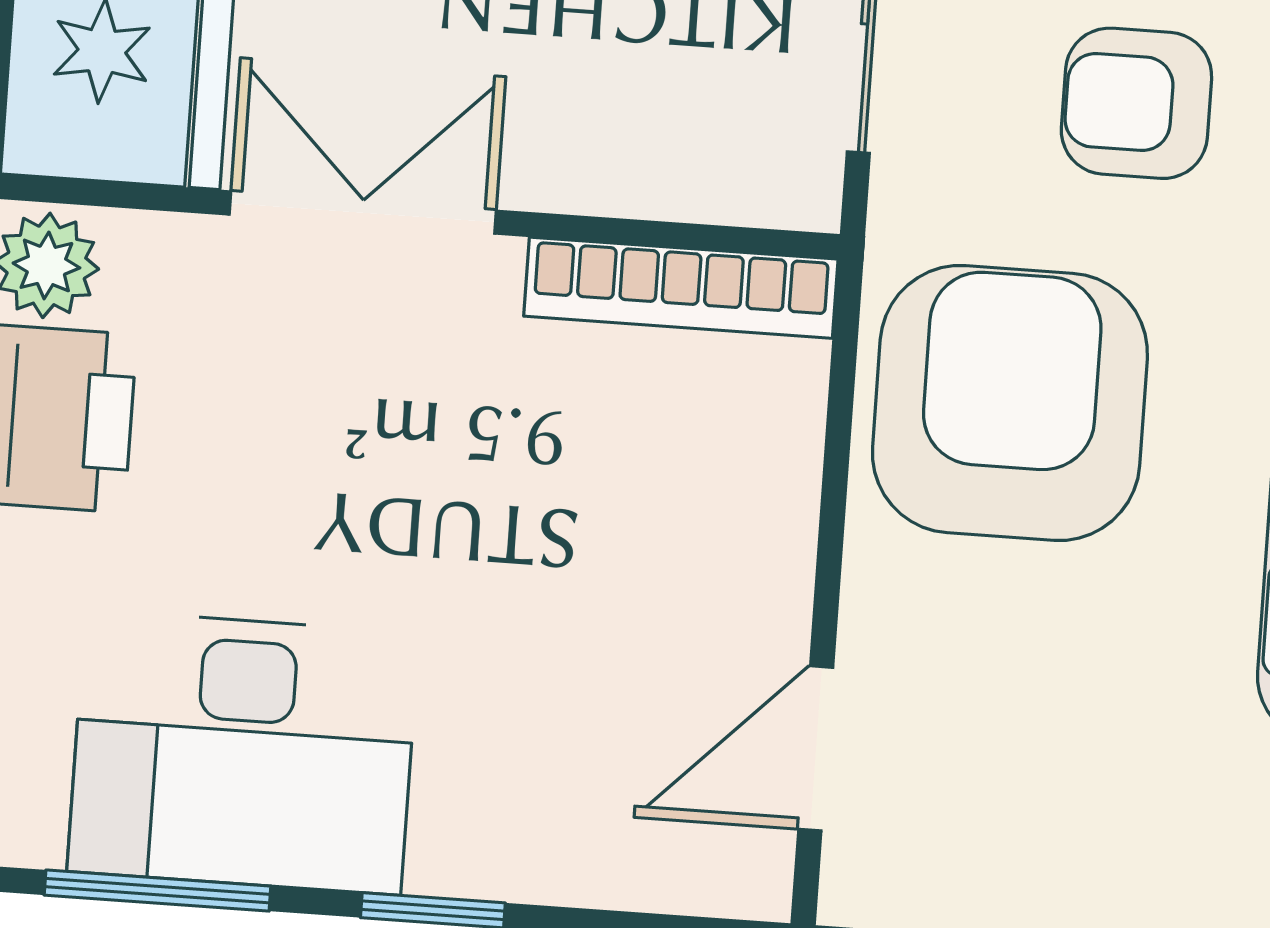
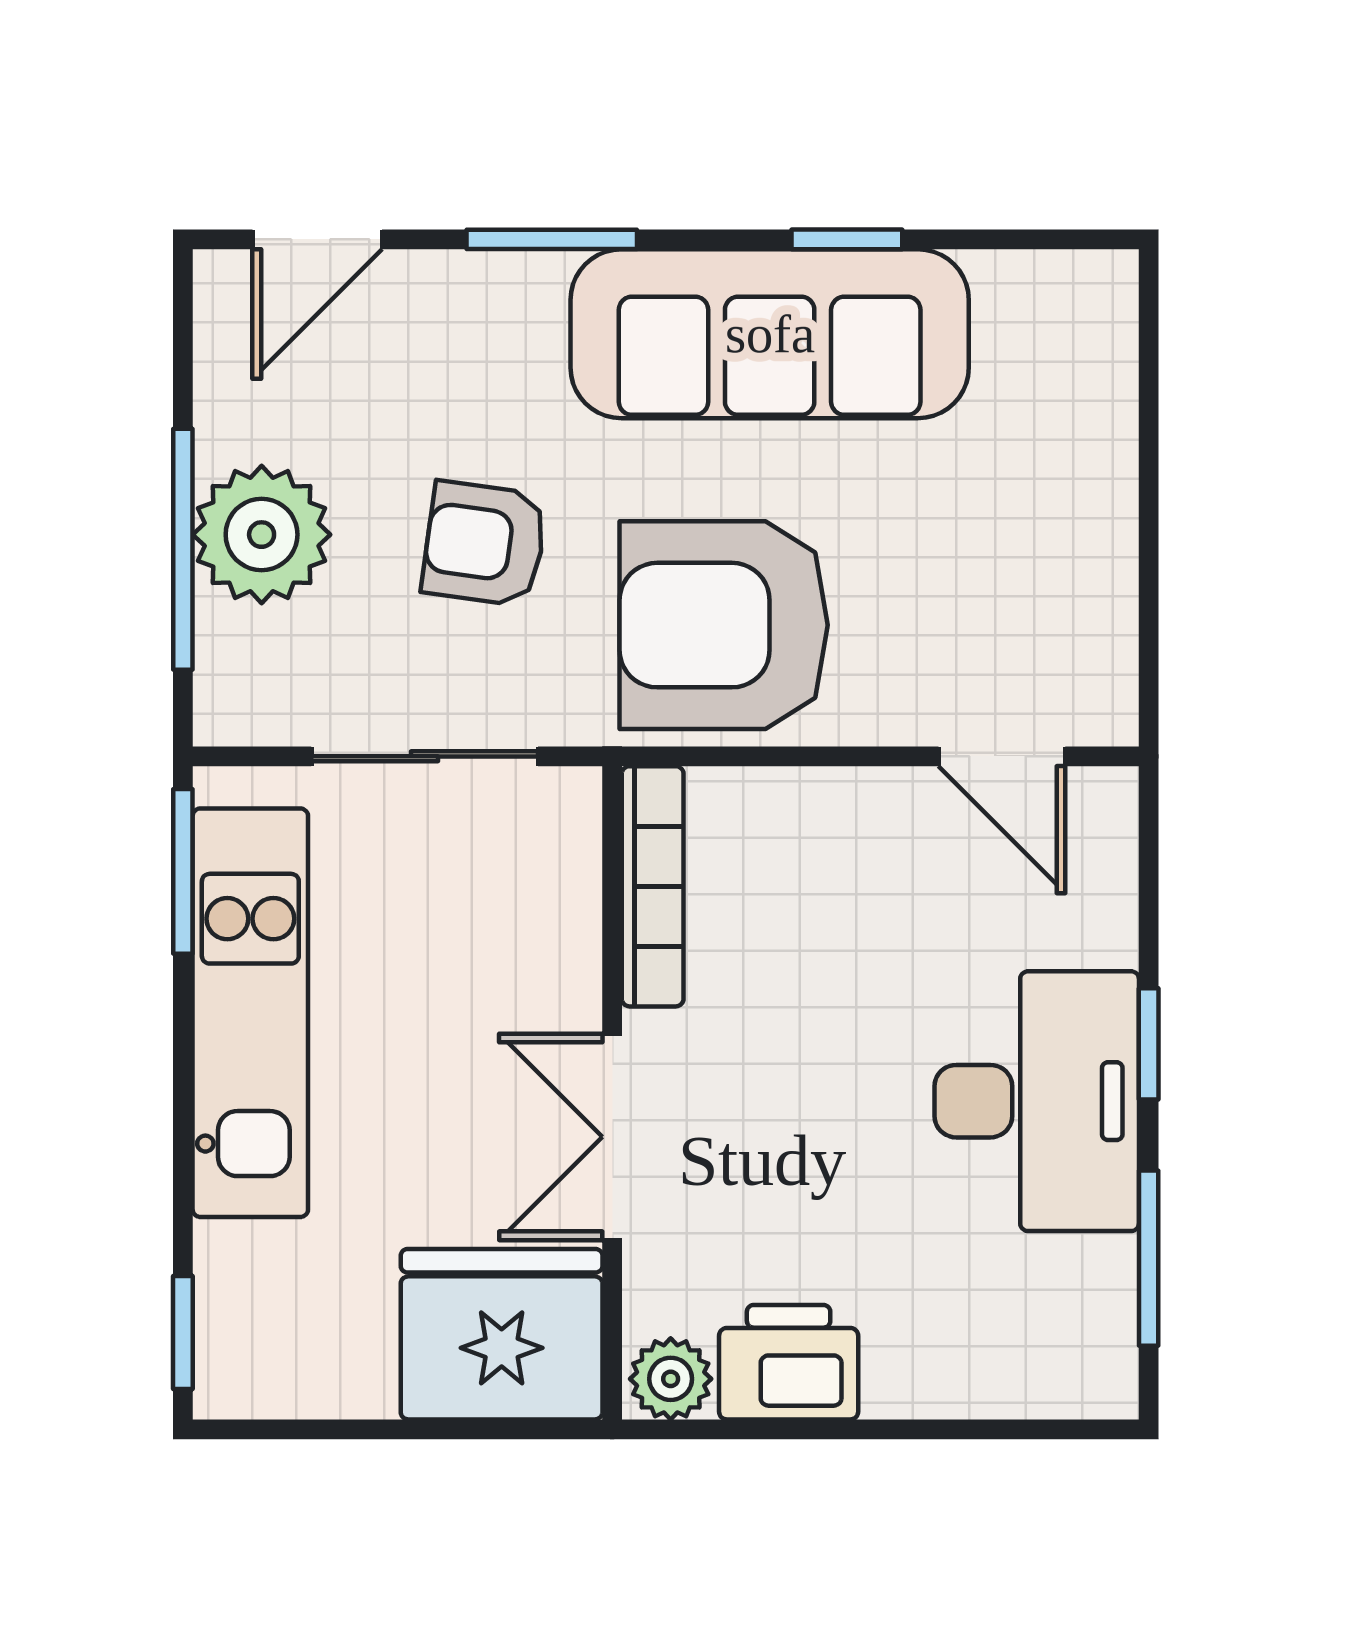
armchair: (1136, 103) -> (485, 544), turned 98
desk: (243, 752) -> (1037, 1101), moved

